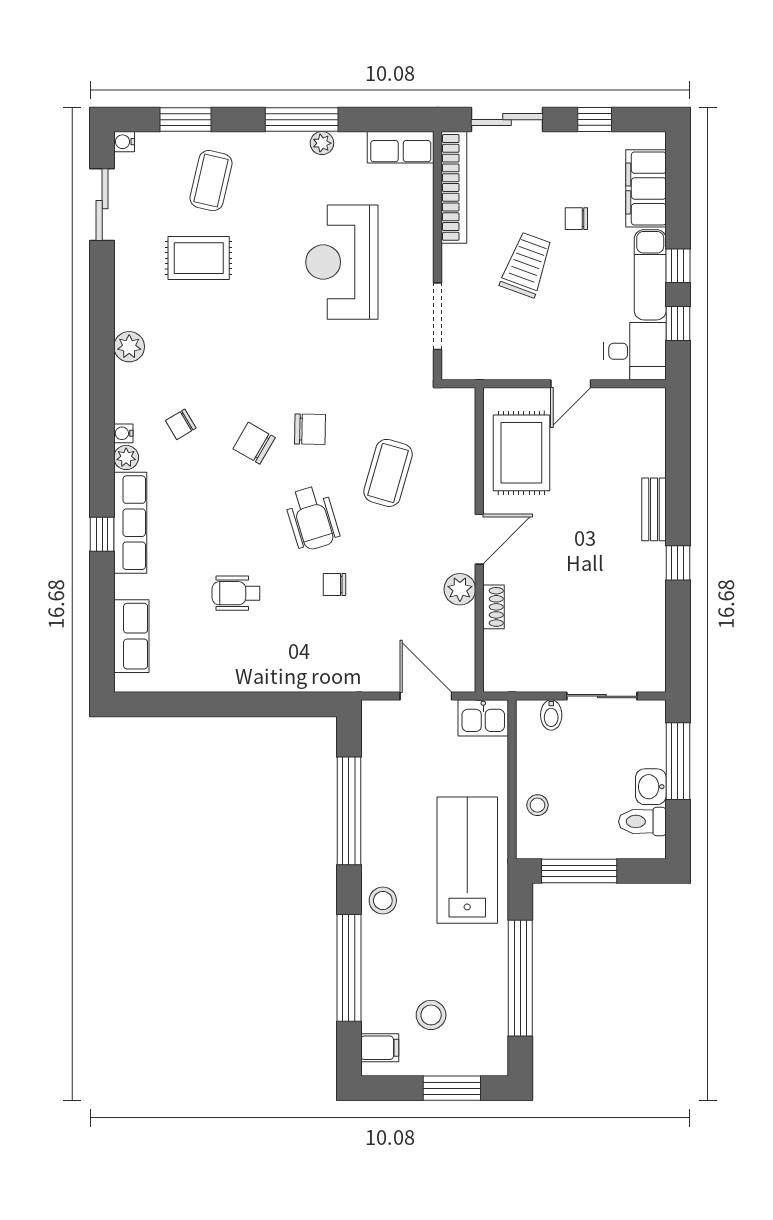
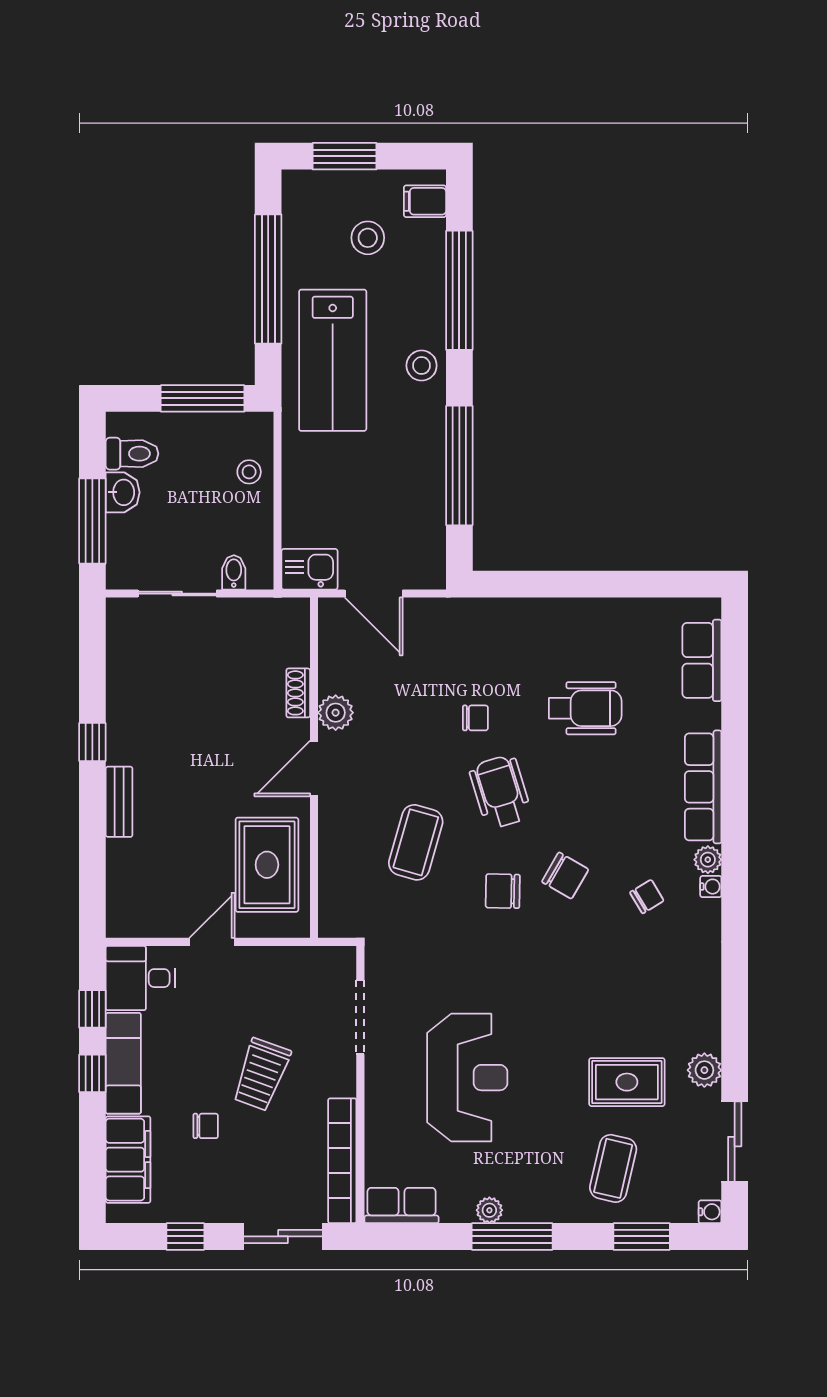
plant: (129, 347) -> (704, 1070), moved
window: (102, 534) -> (735, 774), removed
wheelchair: (236, 593) -> (585, 708), width x1.36, depth x1.37
lab bench: (467, 860) -> (333, 360), moved

